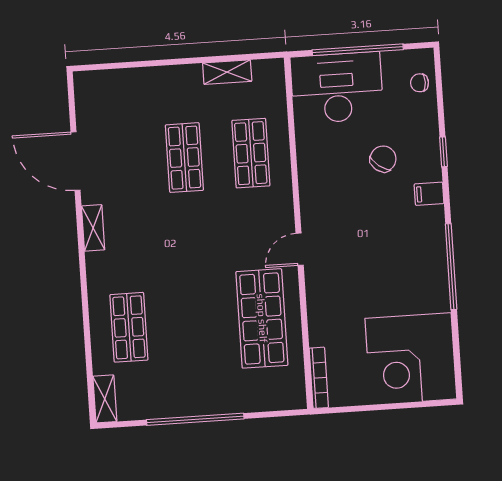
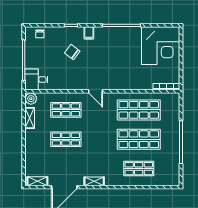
plant: (271, 72) -> (31, 99), added
desk: (337, 88) -> (36, 80), width x0.53, depth x0.77
door: (300, 249) -> (96, 91), moved
shop shelf: (195, 323) -> (139, 139), added
shelving: (105, 399) -> (37, 181), moved

